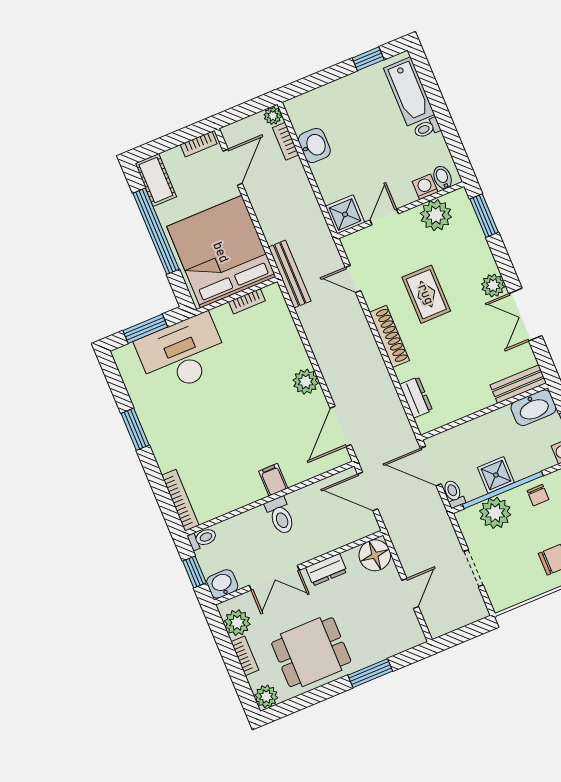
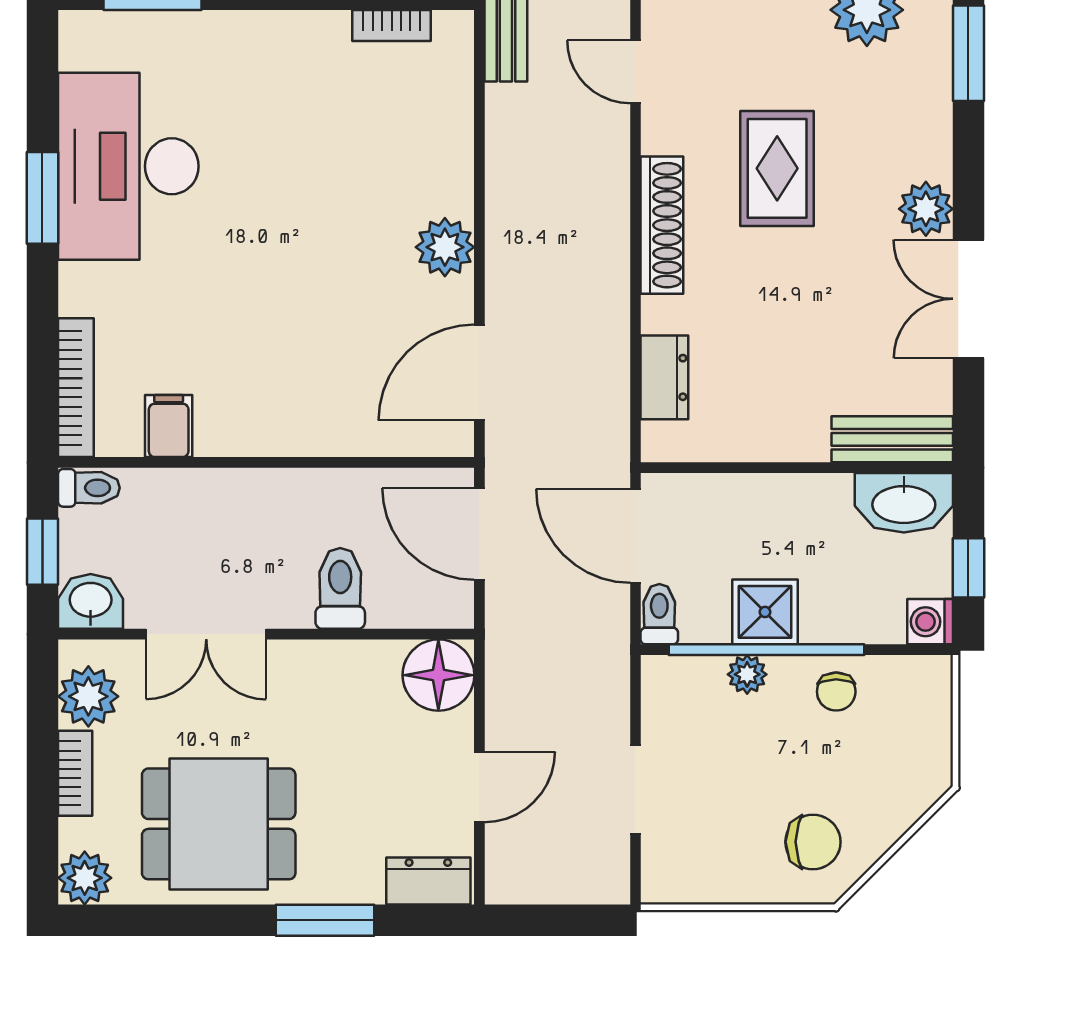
desk: (182, 354) -> (128, 166), moved, turned -90
filing cabinet: (273, 480) -> (169, 426), moved
plant: (495, 513) -> (747, 674), width x0.53, depth x0.53
toilet: (280, 516) -> (340, 588), moved, turned 180
dresser: (326, 570) -> (428, 881), moved, turned 180

